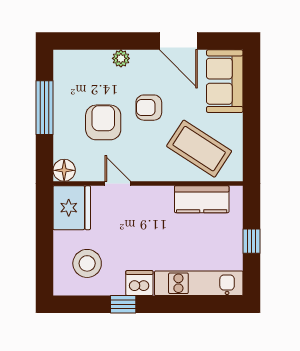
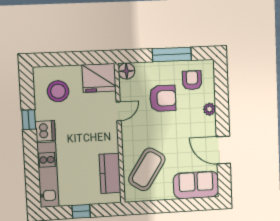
door: (178, 41) -> (223, 150), hinge flipped
armchair: (149, 108) -> (192, 80), moved

